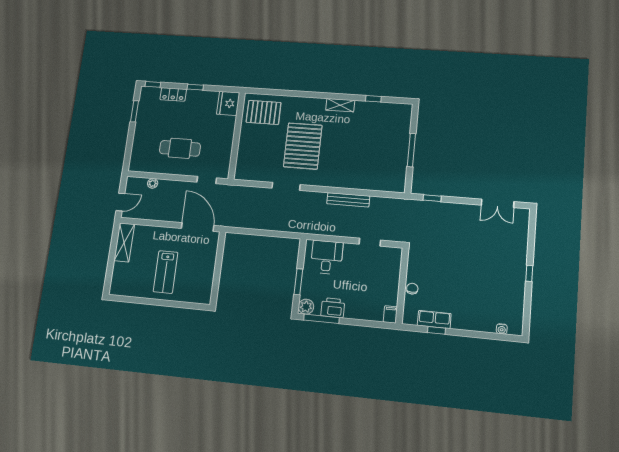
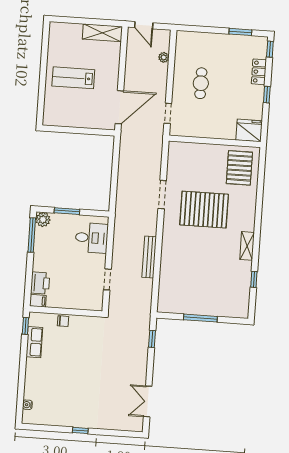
cafe table: (180, 148) -> (201, 83), width x0.73, depth x0.74
printer: (333, 308) -> (40, 283), moved
window: (436, 330) -> (25, 326), moved

